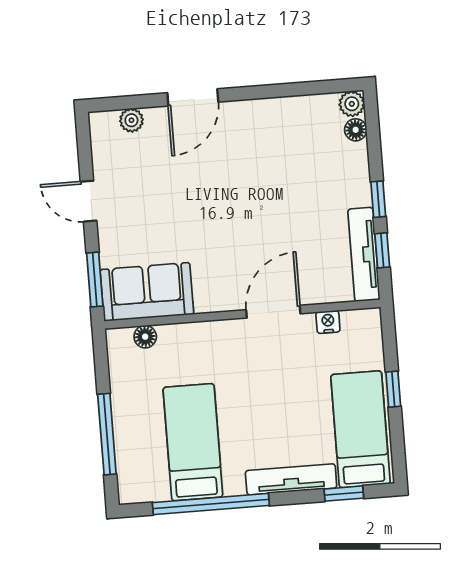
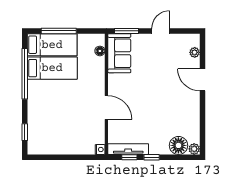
floor lamp: (356, 130) -> (178, 145), width x1.89, depth x1.89
nightstand: (328, 322) -> (100, 149), moved
window: (393, 389) -> (69, 157), removed
bed: (360, 429) -> (52, 45), moved
tv unit: (291, 479) -> (33, 110), removed

